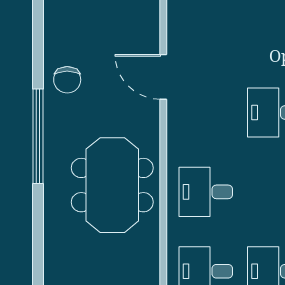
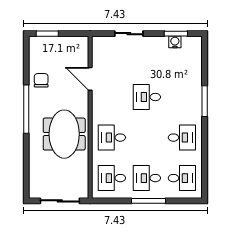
chair: (67, 80) -> (41, 80), turned 180

